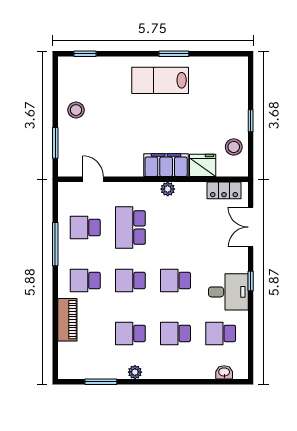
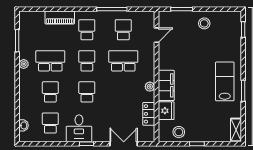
shelving: (230, 64) -> (236, 130), added
locker: (224, 190) -> (149, 114), moved
school desk: (130, 333) -> (50, 61), width x1.85

